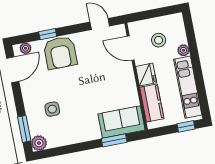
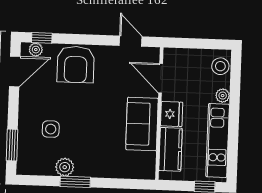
window: (48, 34) -> (42, 38), moved
stool: (159, 40) -> (220, 66), moved
sofa: (122, 122) -> (142, 124), moved, turned -90
window: (114, 140) -> (75, 182), moved
plant: (39, 143) -> (65, 167), moved

